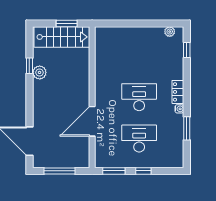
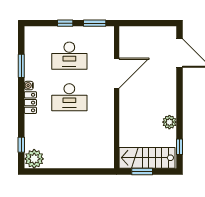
plant: (170, 32) -> (34, 159), width x1.87, depth x1.87
window: (29, 66) -> (180, 147), moved
window: (59, 171) -> (149, 23), removed

